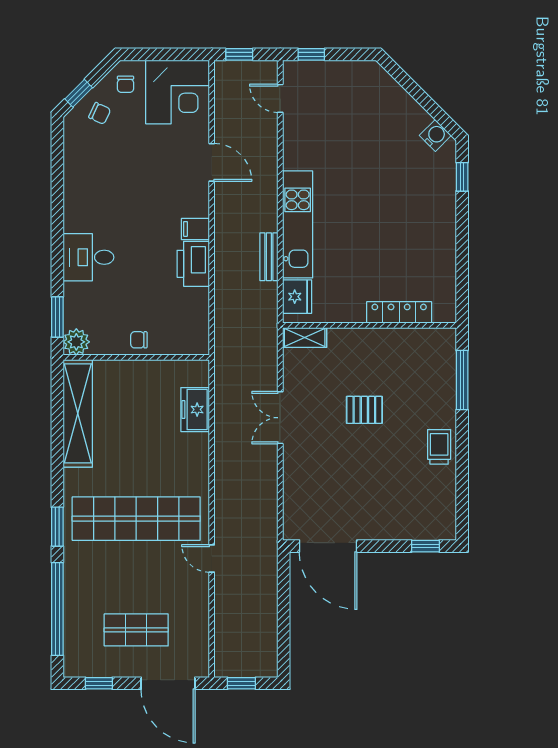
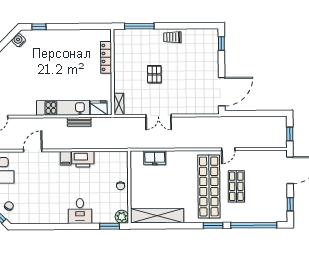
shop shelf: (136, 630) -> (236, 186), moved

